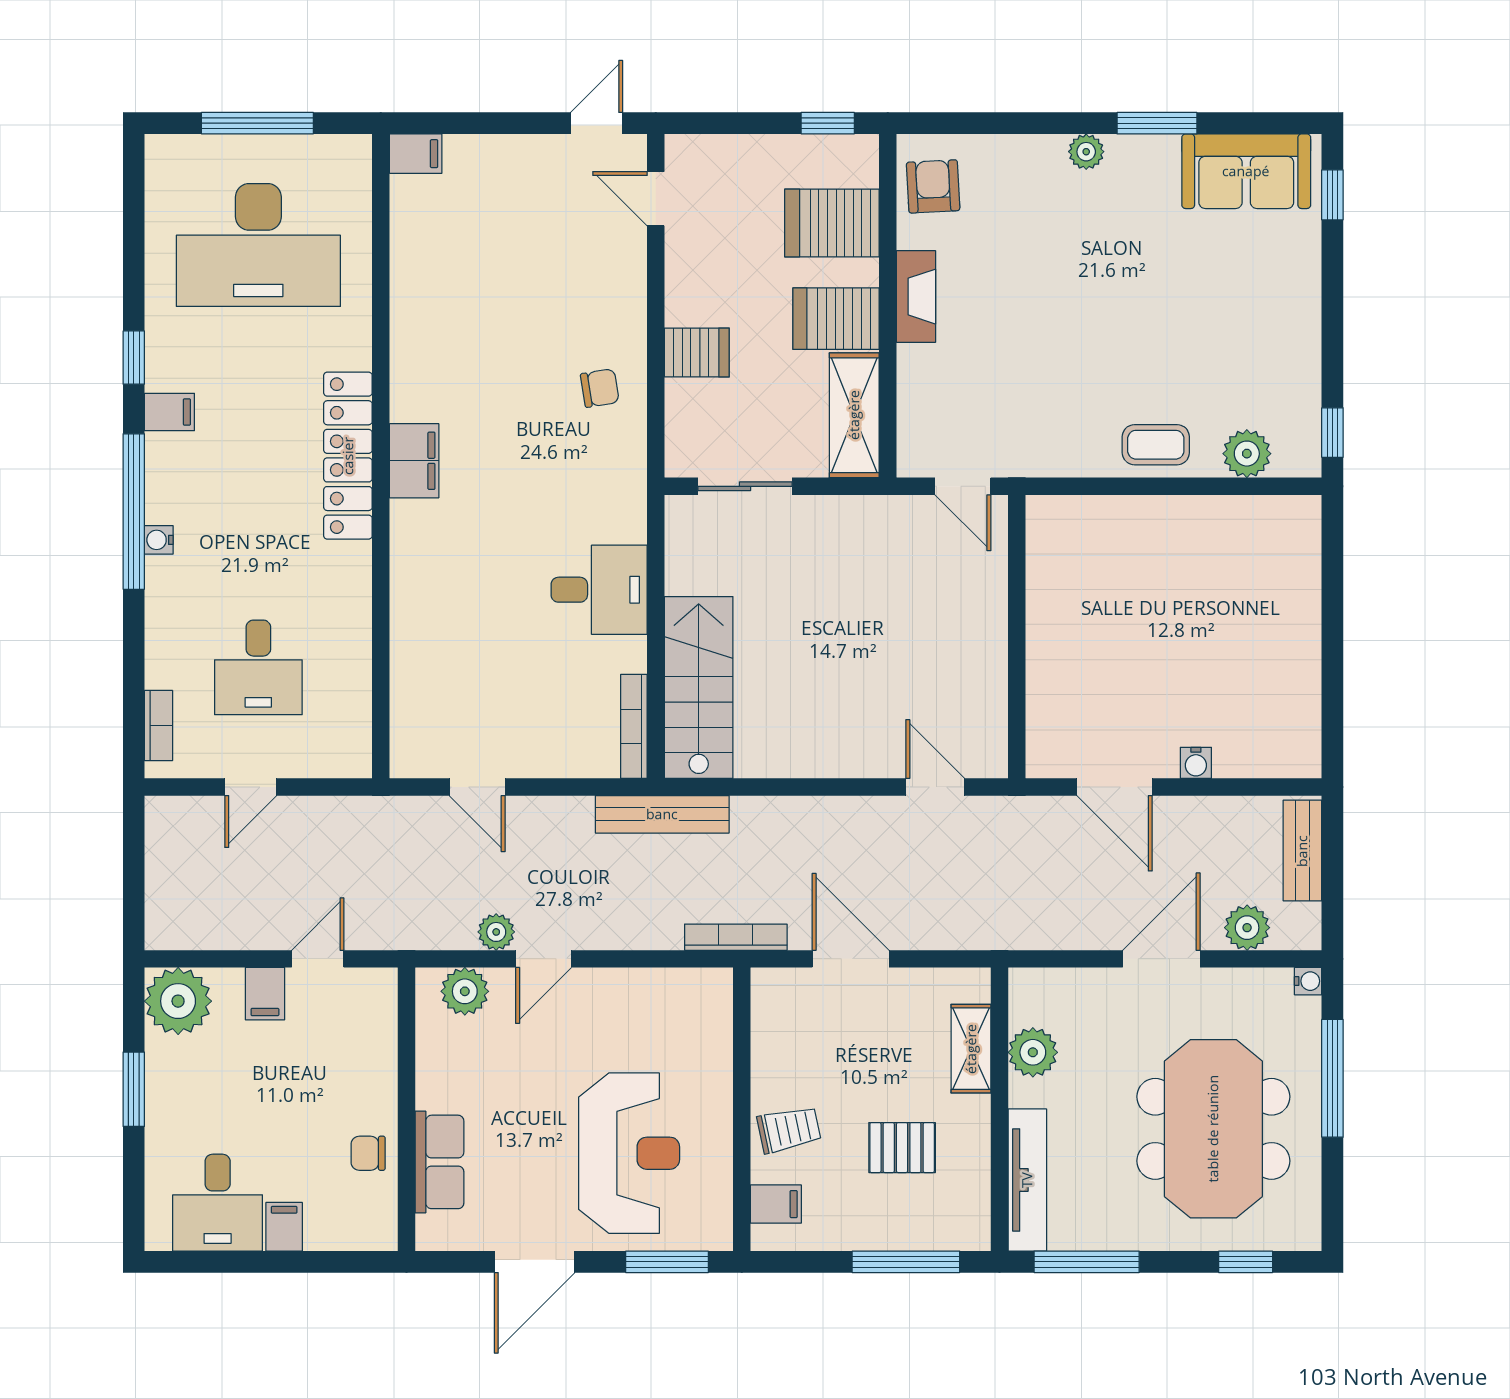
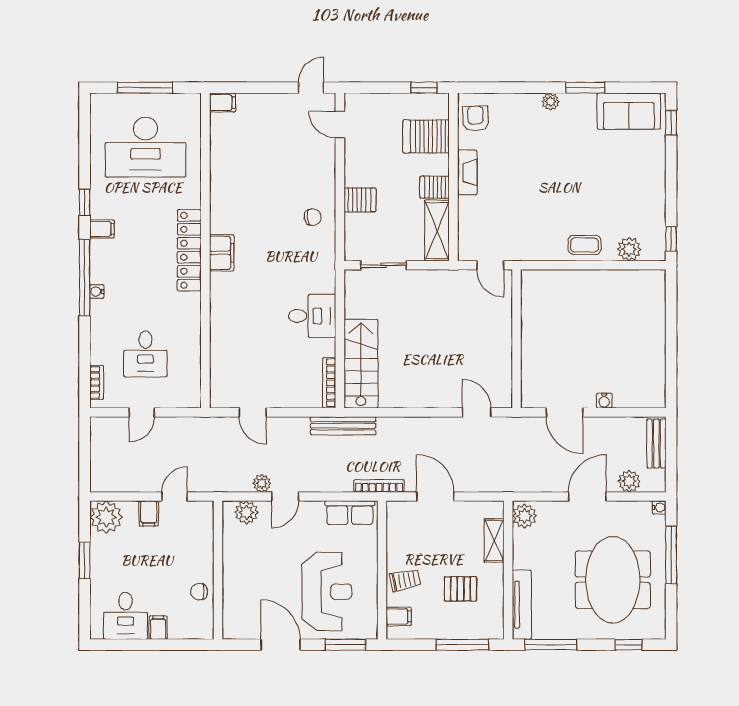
server rack: (836, 319) -> (435, 187), width x0.73, depth x0.70
plant: (1033, 1052) -> (524, 516), moved
row of seats: (439, 1162) -> (350, 513), moved, turned 90
door: (535, 1262) -> (281, 645), swing flipped

